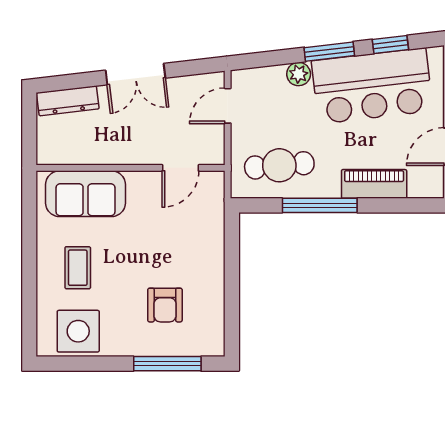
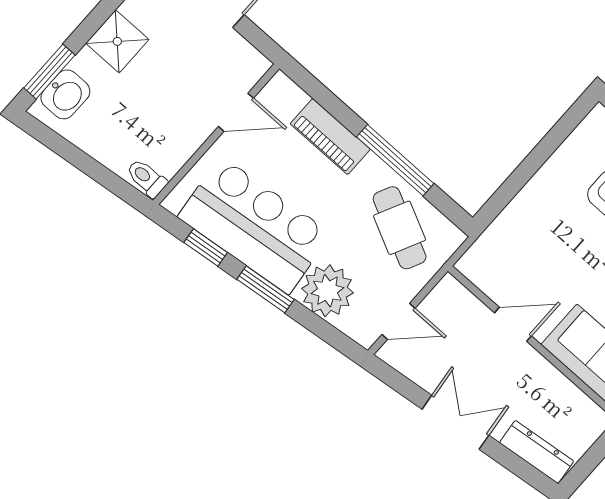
plant: (299, 74) -> (327, 291), width x1.88, depth x1.88
cafe table: (279, 165) -> (400, 228), turned 31
door: (180, 168) -> (513, 324), moved

